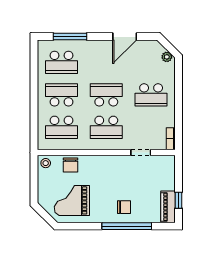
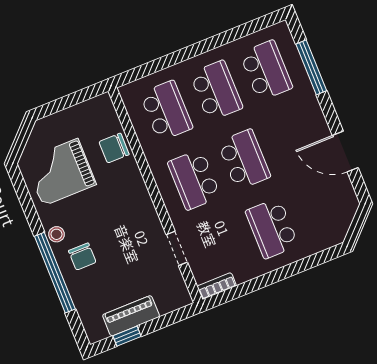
plant: (167, 57) -> (340, 229), removed
school desk: (61, 62) -> (266, 70), turned 180
school desk: (61, 127) -> (166, 111), turned 180
stool: (46, 163) -> (56, 234), moved
grand piano: (72, 200) -> (60, 172), turned -90
piano: (168, 207) -> (131, 316), moved

